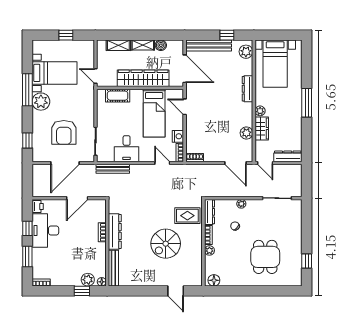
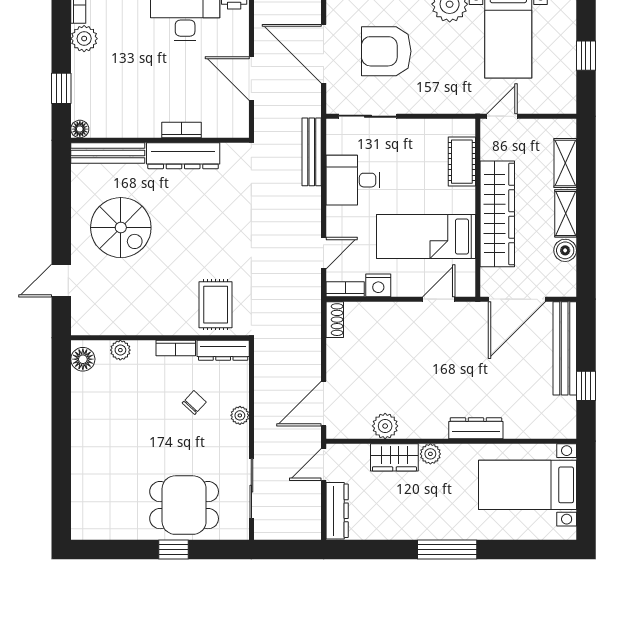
plant: (246, 52) -> (552, 425), removed
spiral stairs: (166, 244) -> (121, 228), moved, turned 180
plant: (209, 250) -> (120, 350), moved
dining table: (265, 257) -> (184, 505), moved
window: (307, 261) -> (173, 550), moved
plant: (88, 280) -> (84, 39), moved

